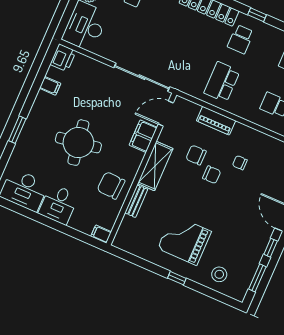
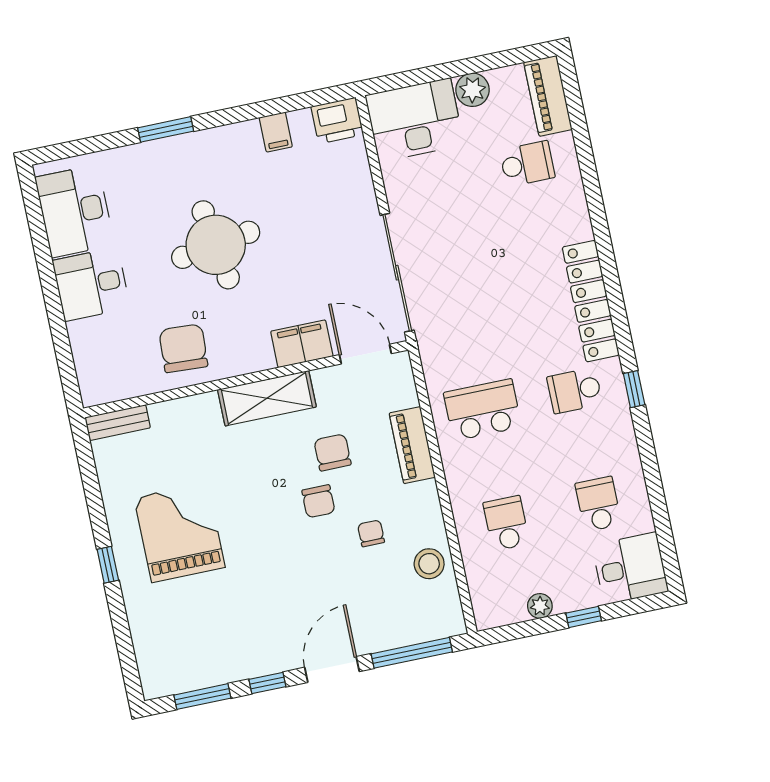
bench: (136, 201) -> (118, 423), moved
filing cabinet: (101, 234) -> (92, 389), removed
stool: (219, 274) -> (429, 564), moved

